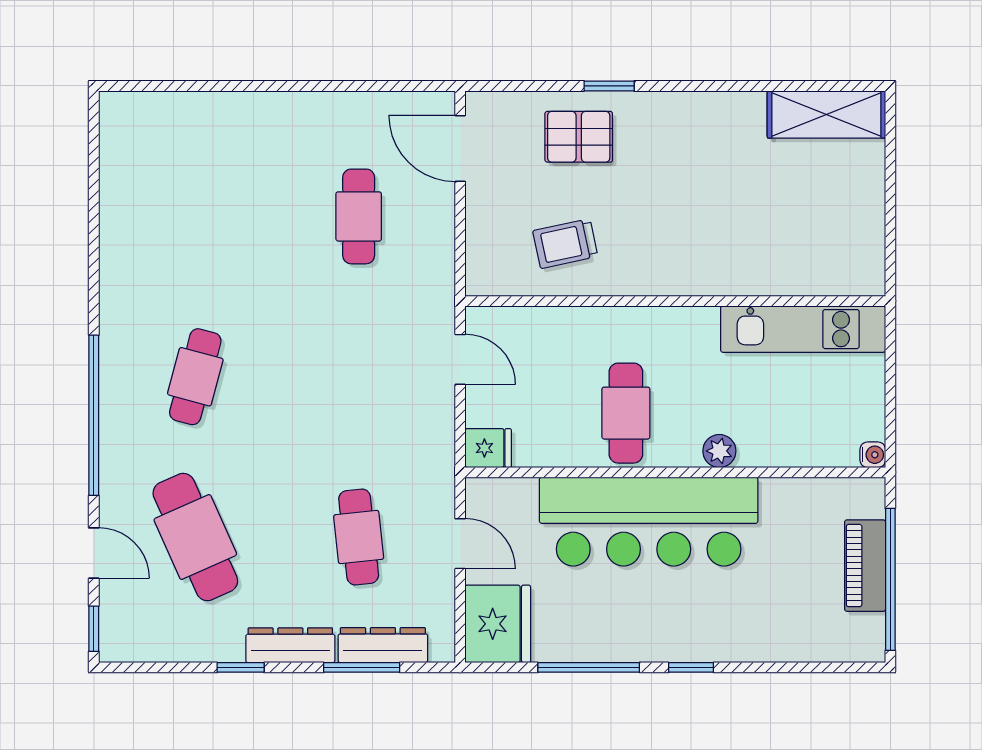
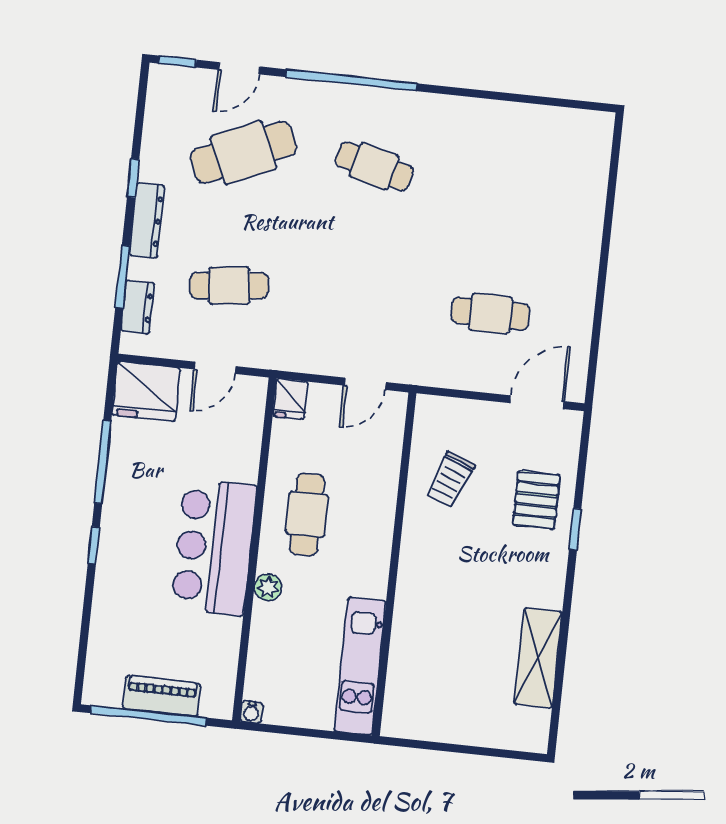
shelving: (826, 114) -> (538, 658), moved
trolley: (565, 244) -> (450, 480), turned -146
cafe table: (626, 413) -> (307, 514), turned 90
bar counter: (649, 522) -> (214, 547), width x0.73
dresser: (383, 645) -> (138, 307), width x0.70

